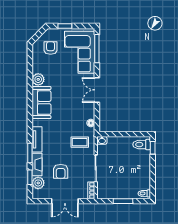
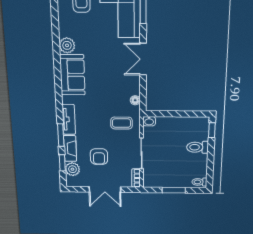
toilet: (142, 145) -> (198, 147), moved

